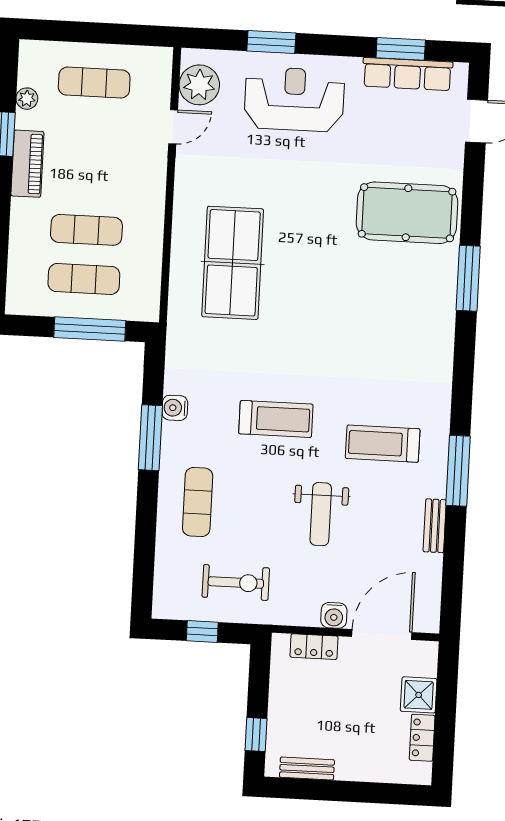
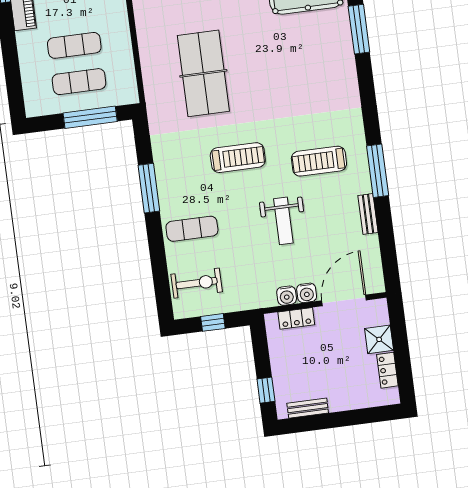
table tennis table: (233, 263) -> (203, 73), moved
water cooler: (175, 408) -> (287, 296), moved, turned -90
exercise mat: (198, 502) -> (192, 229), turned 90
exercise bike: (236, 582) -> (197, 283), moved

